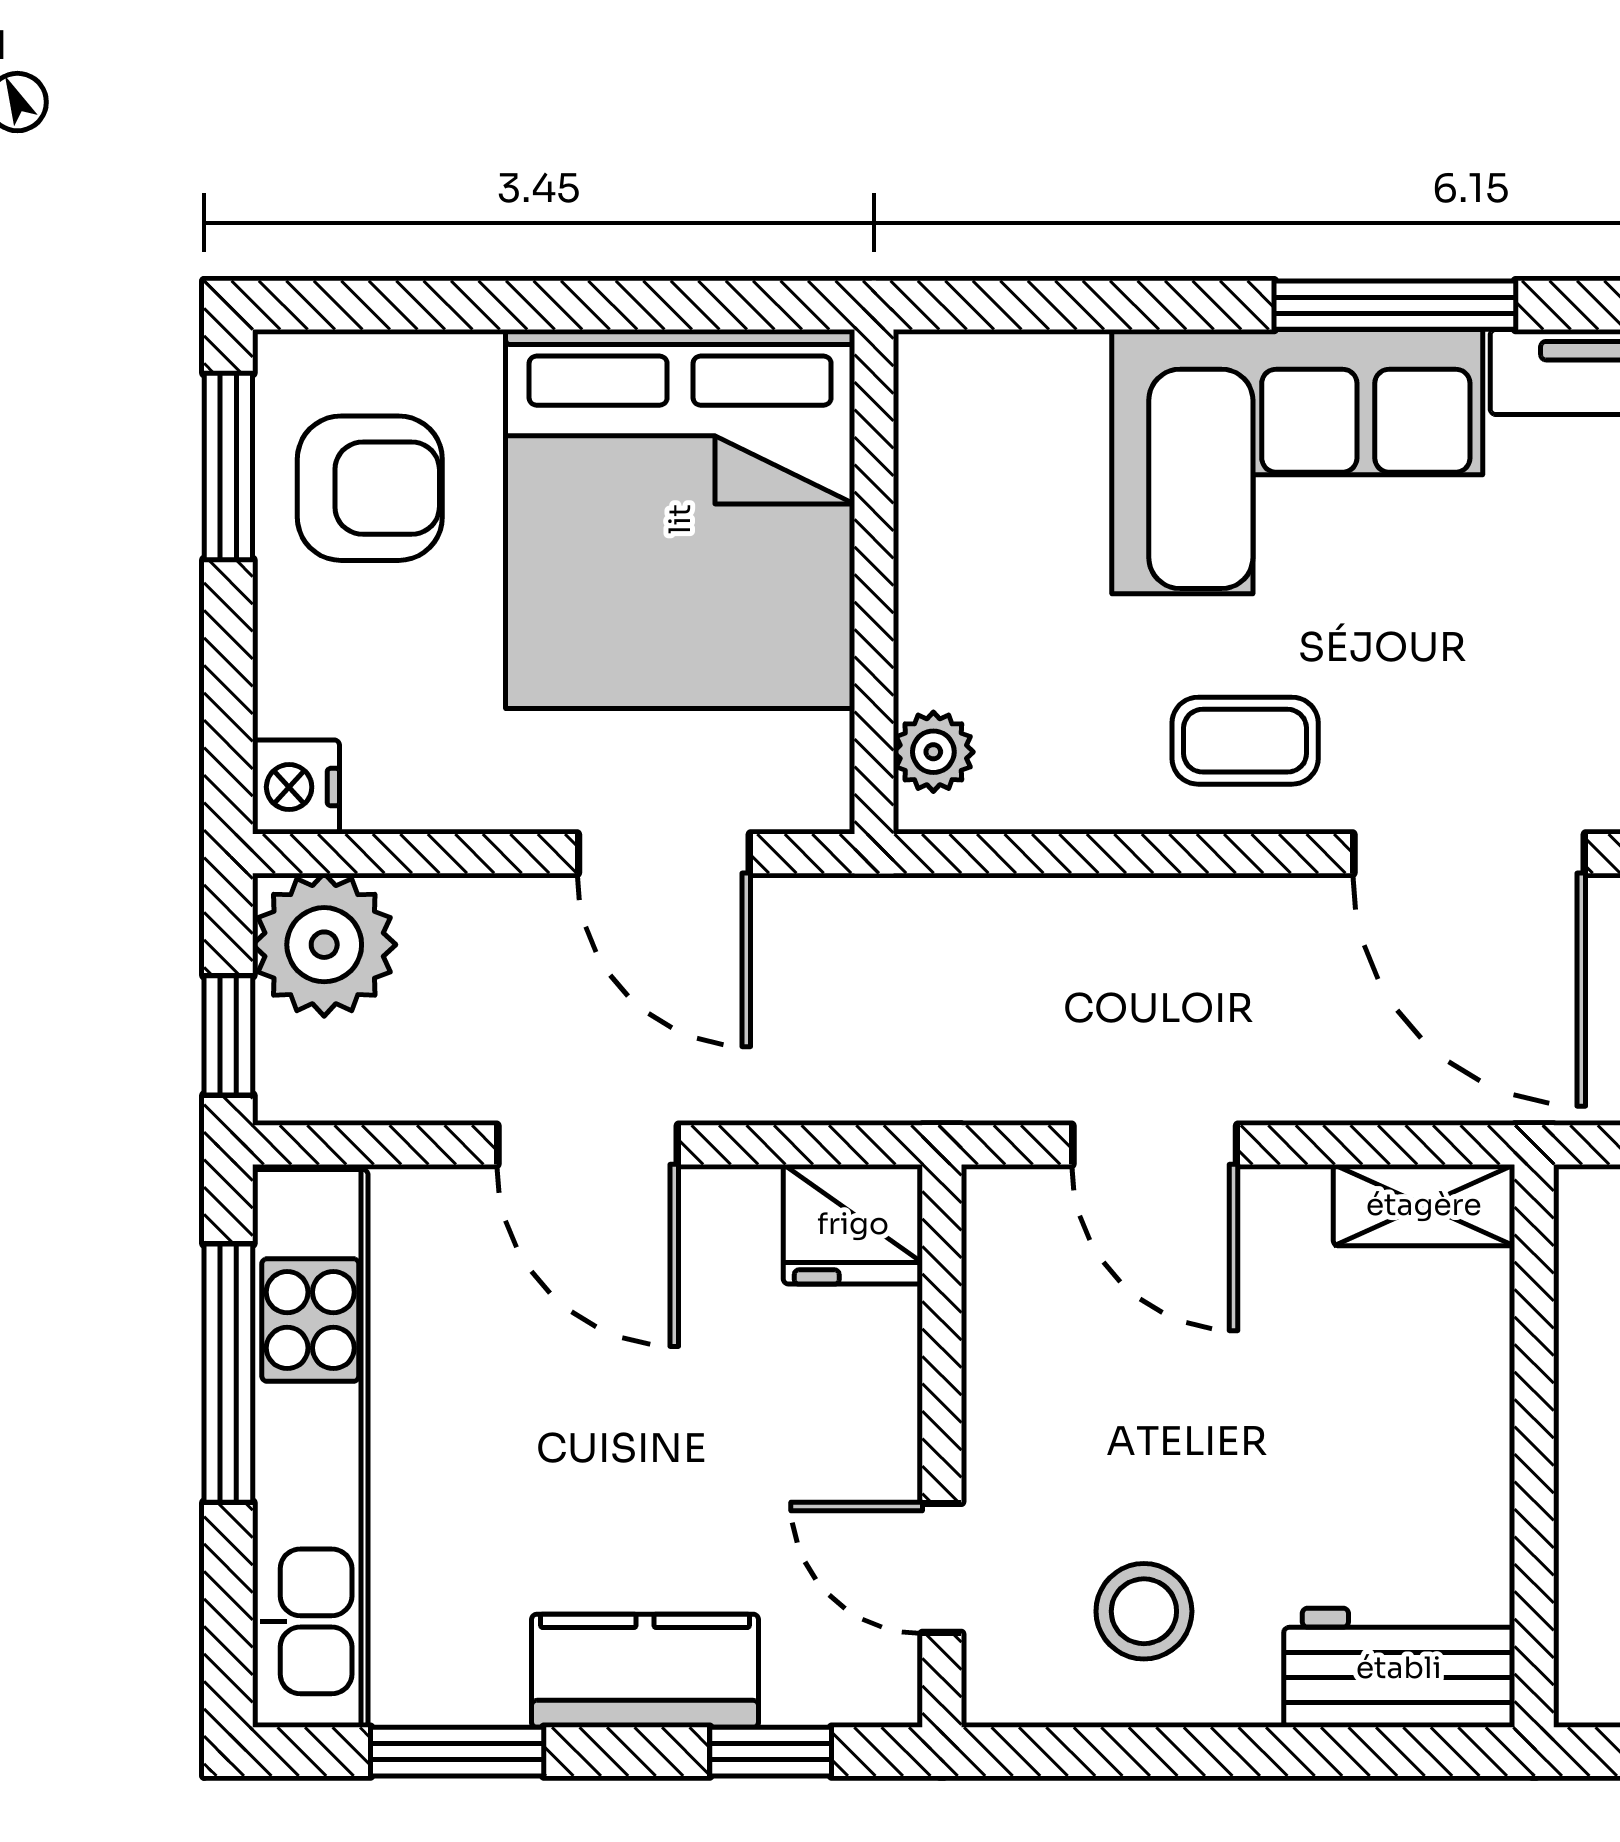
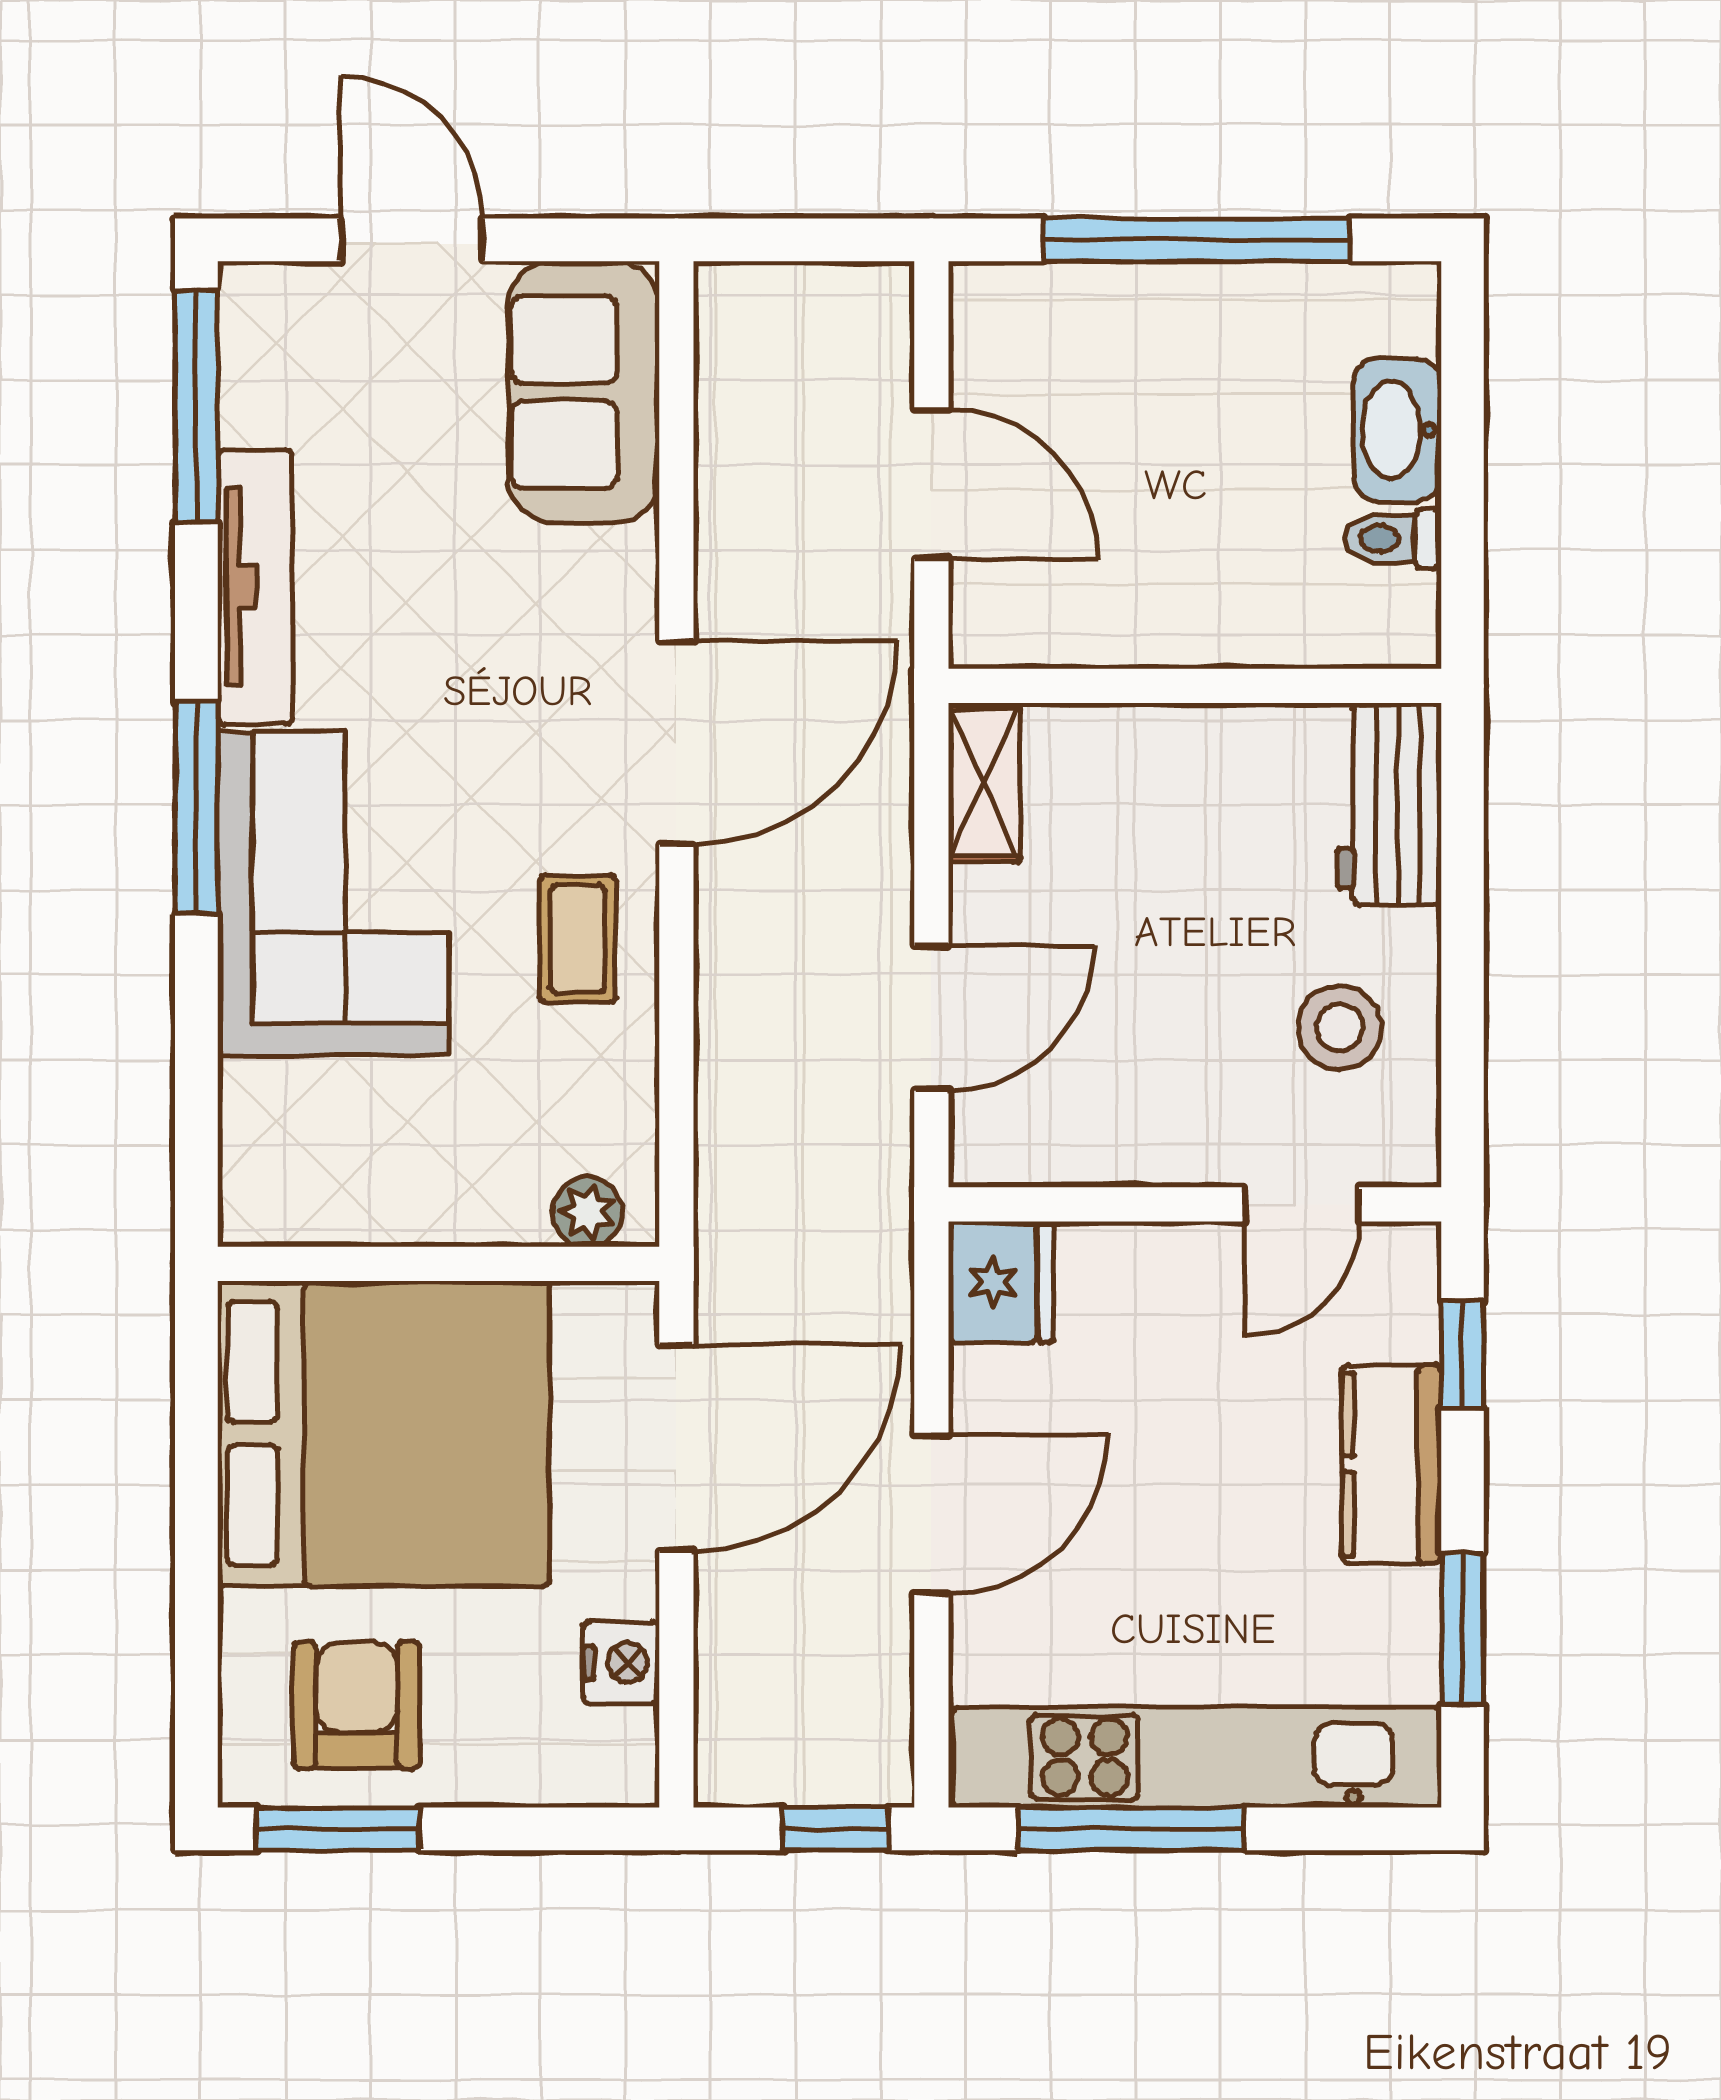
nightstand: (296, 787) -> (621, 1663), moved, turned -90
door: (664, 854) -> (676, 1448), width x1.36
plant: (324, 945) -> (756, 1745), removed

